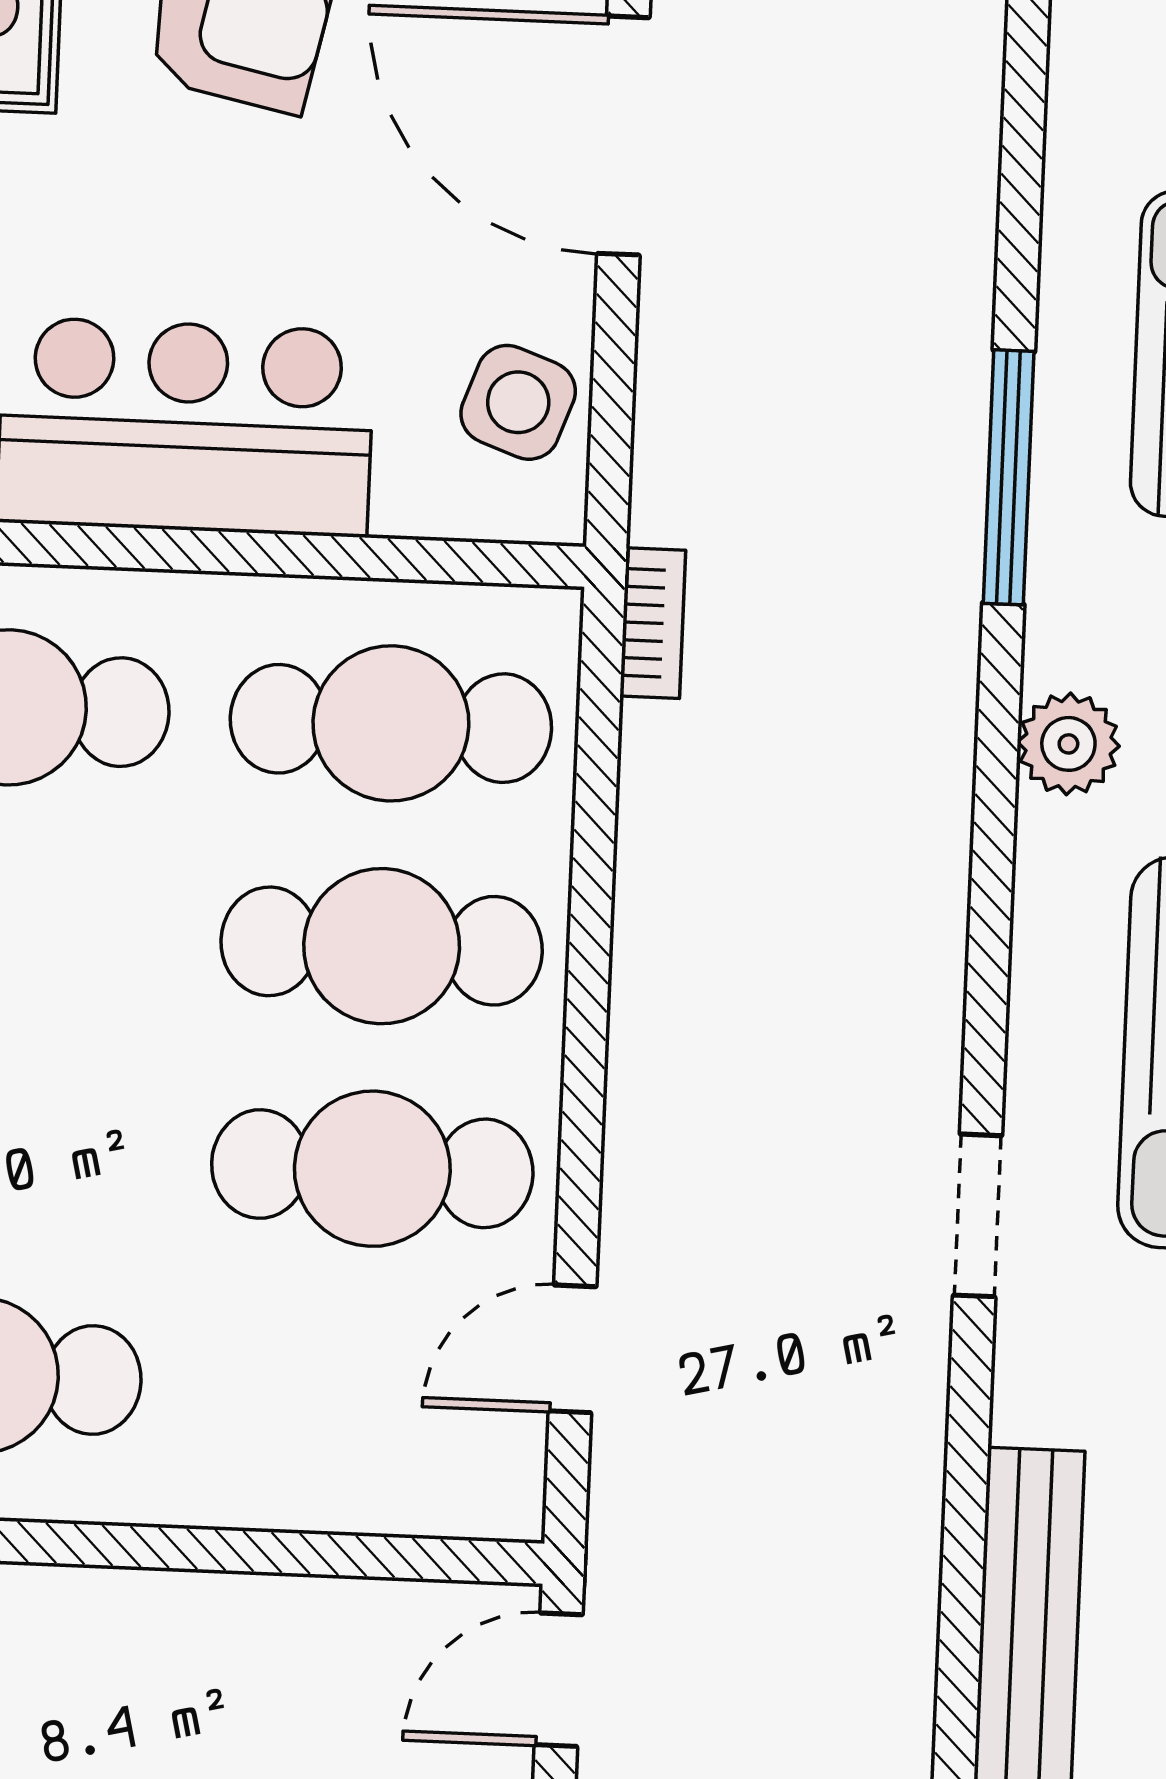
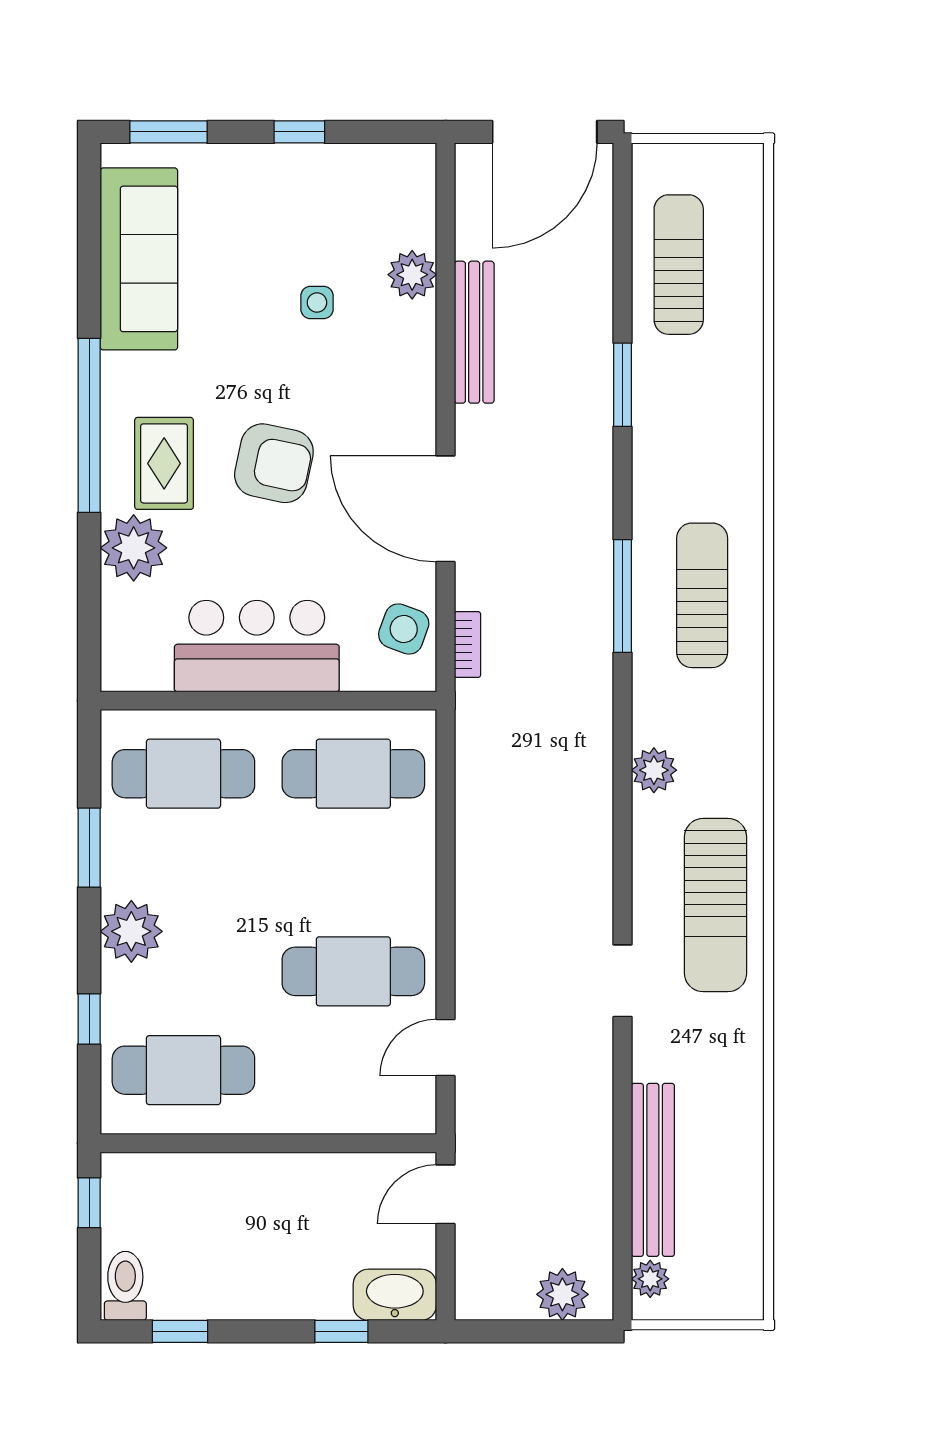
window: (1009, 477) -> (622, 596), moved
bookcase: (653, 623) -> (467, 645), moved
cafe table: (382, 946) -> (353, 873), removed

